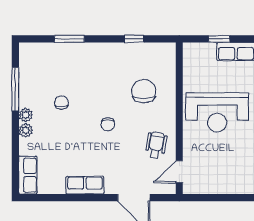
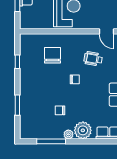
chair: (144, 91) -> (52, 55), turned 90
plant: (26, 130) -> (83, 130), width x1.88, depth x1.88
wheelchair: (156, 145) -> (93, 59), moved

